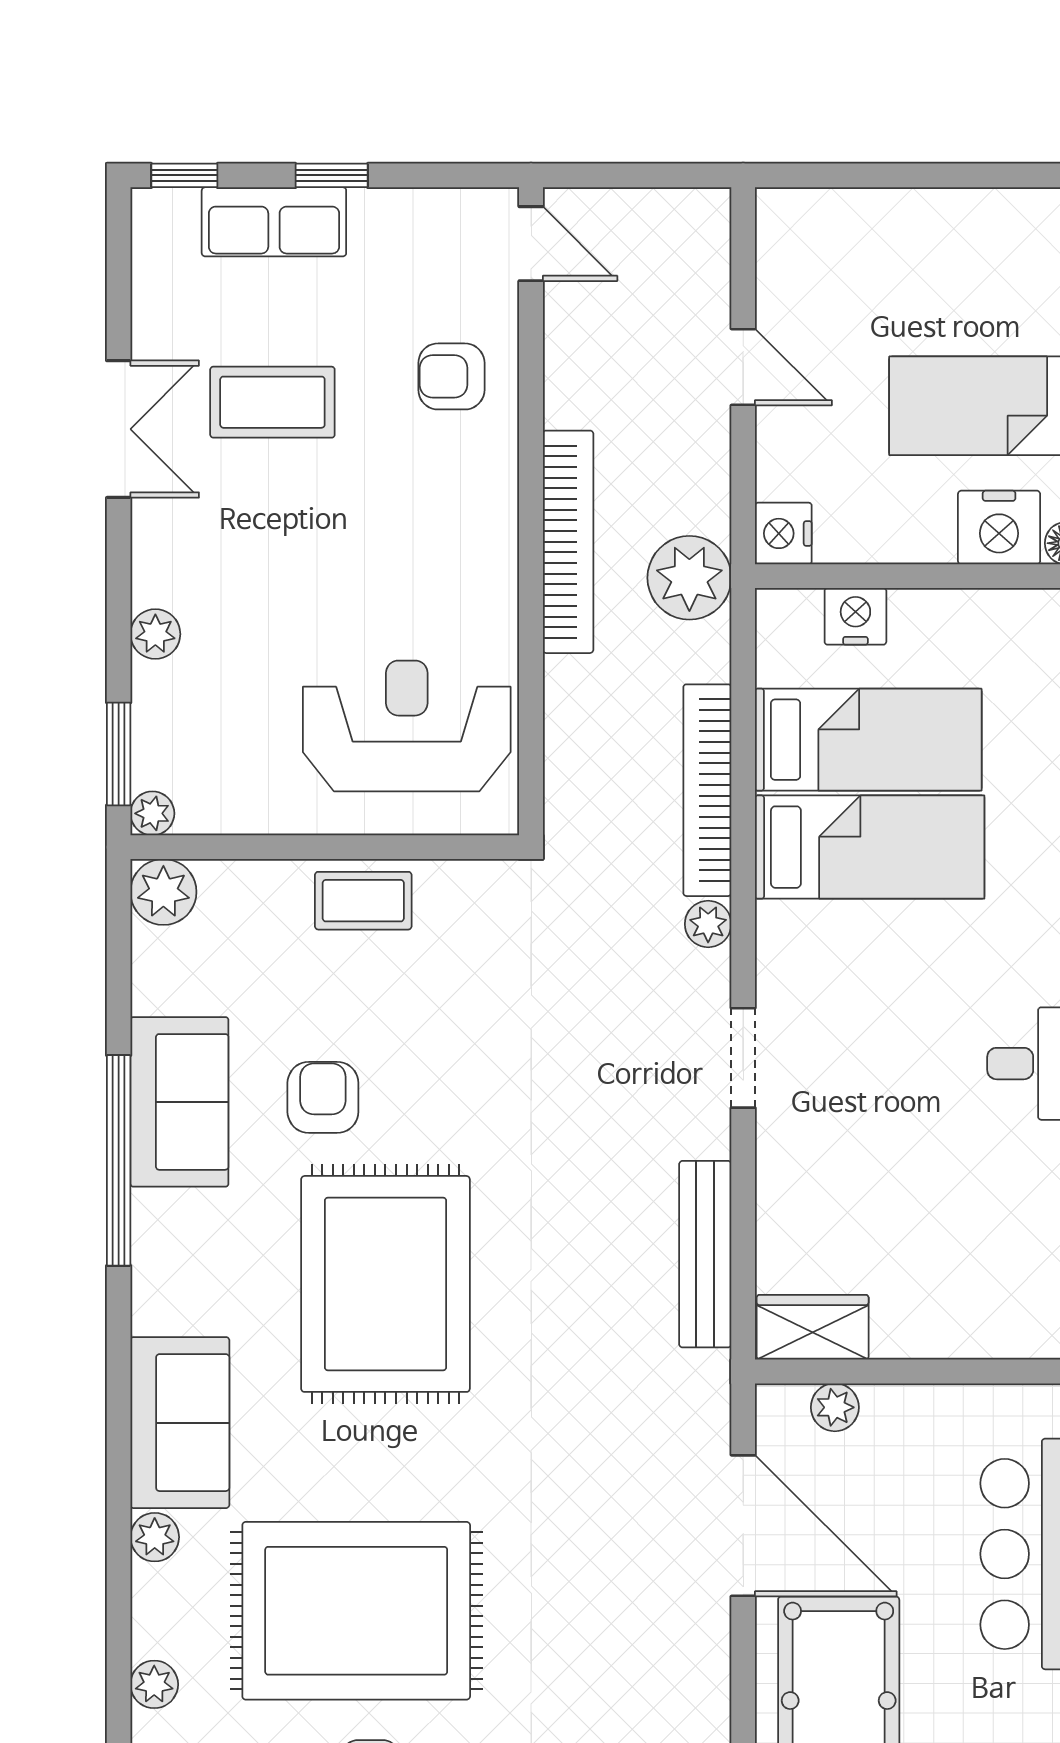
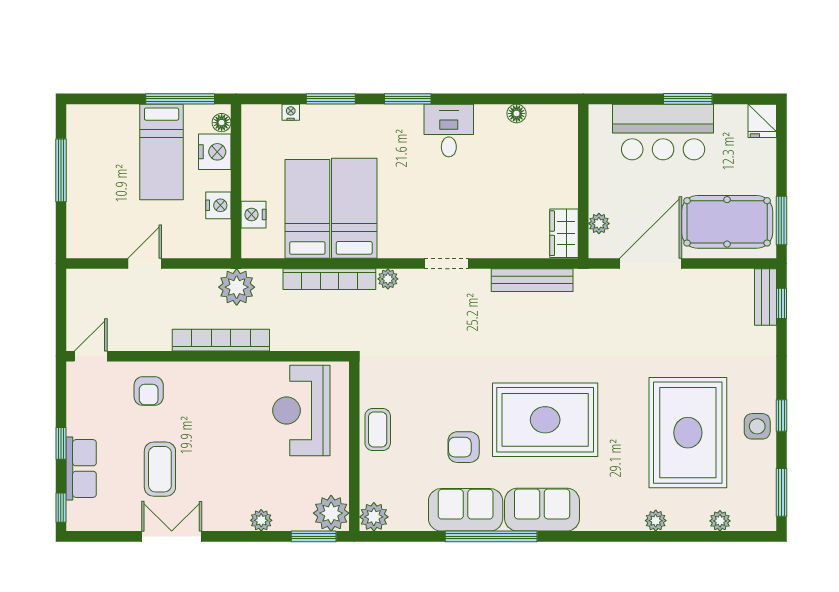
window: (957, 175) -> (61, 170), added
nightstand: (783, 533) -> (218, 205), moved, turned -90
plant: (152, 813) -> (331, 513), width x1.87, depth x1.87
sofa: (180, 1423) -> (542, 510), moved

